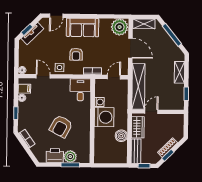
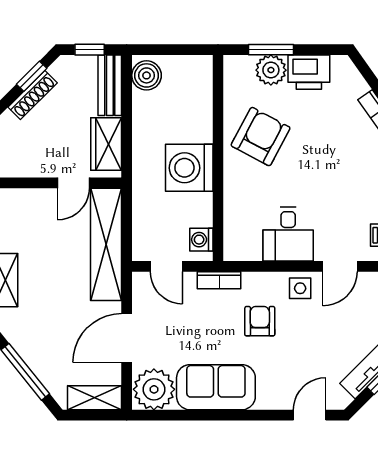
sofa: (83, 27) -> (216, 387), moved
door: (130, 48) -> (127, 338), hinge flipped
door: (43, 76) -> (340, 266), hinge flipped
door: (114, 77) -> (166, 266), hinge flipped
desk: (80, 90) -> (288, 234), moved
washing machine: (99, 102) -> (201, 240), moved
armchair: (61, 126) -> (261, 137), moved
boiler: (121, 136) -> (147, 75), moved

